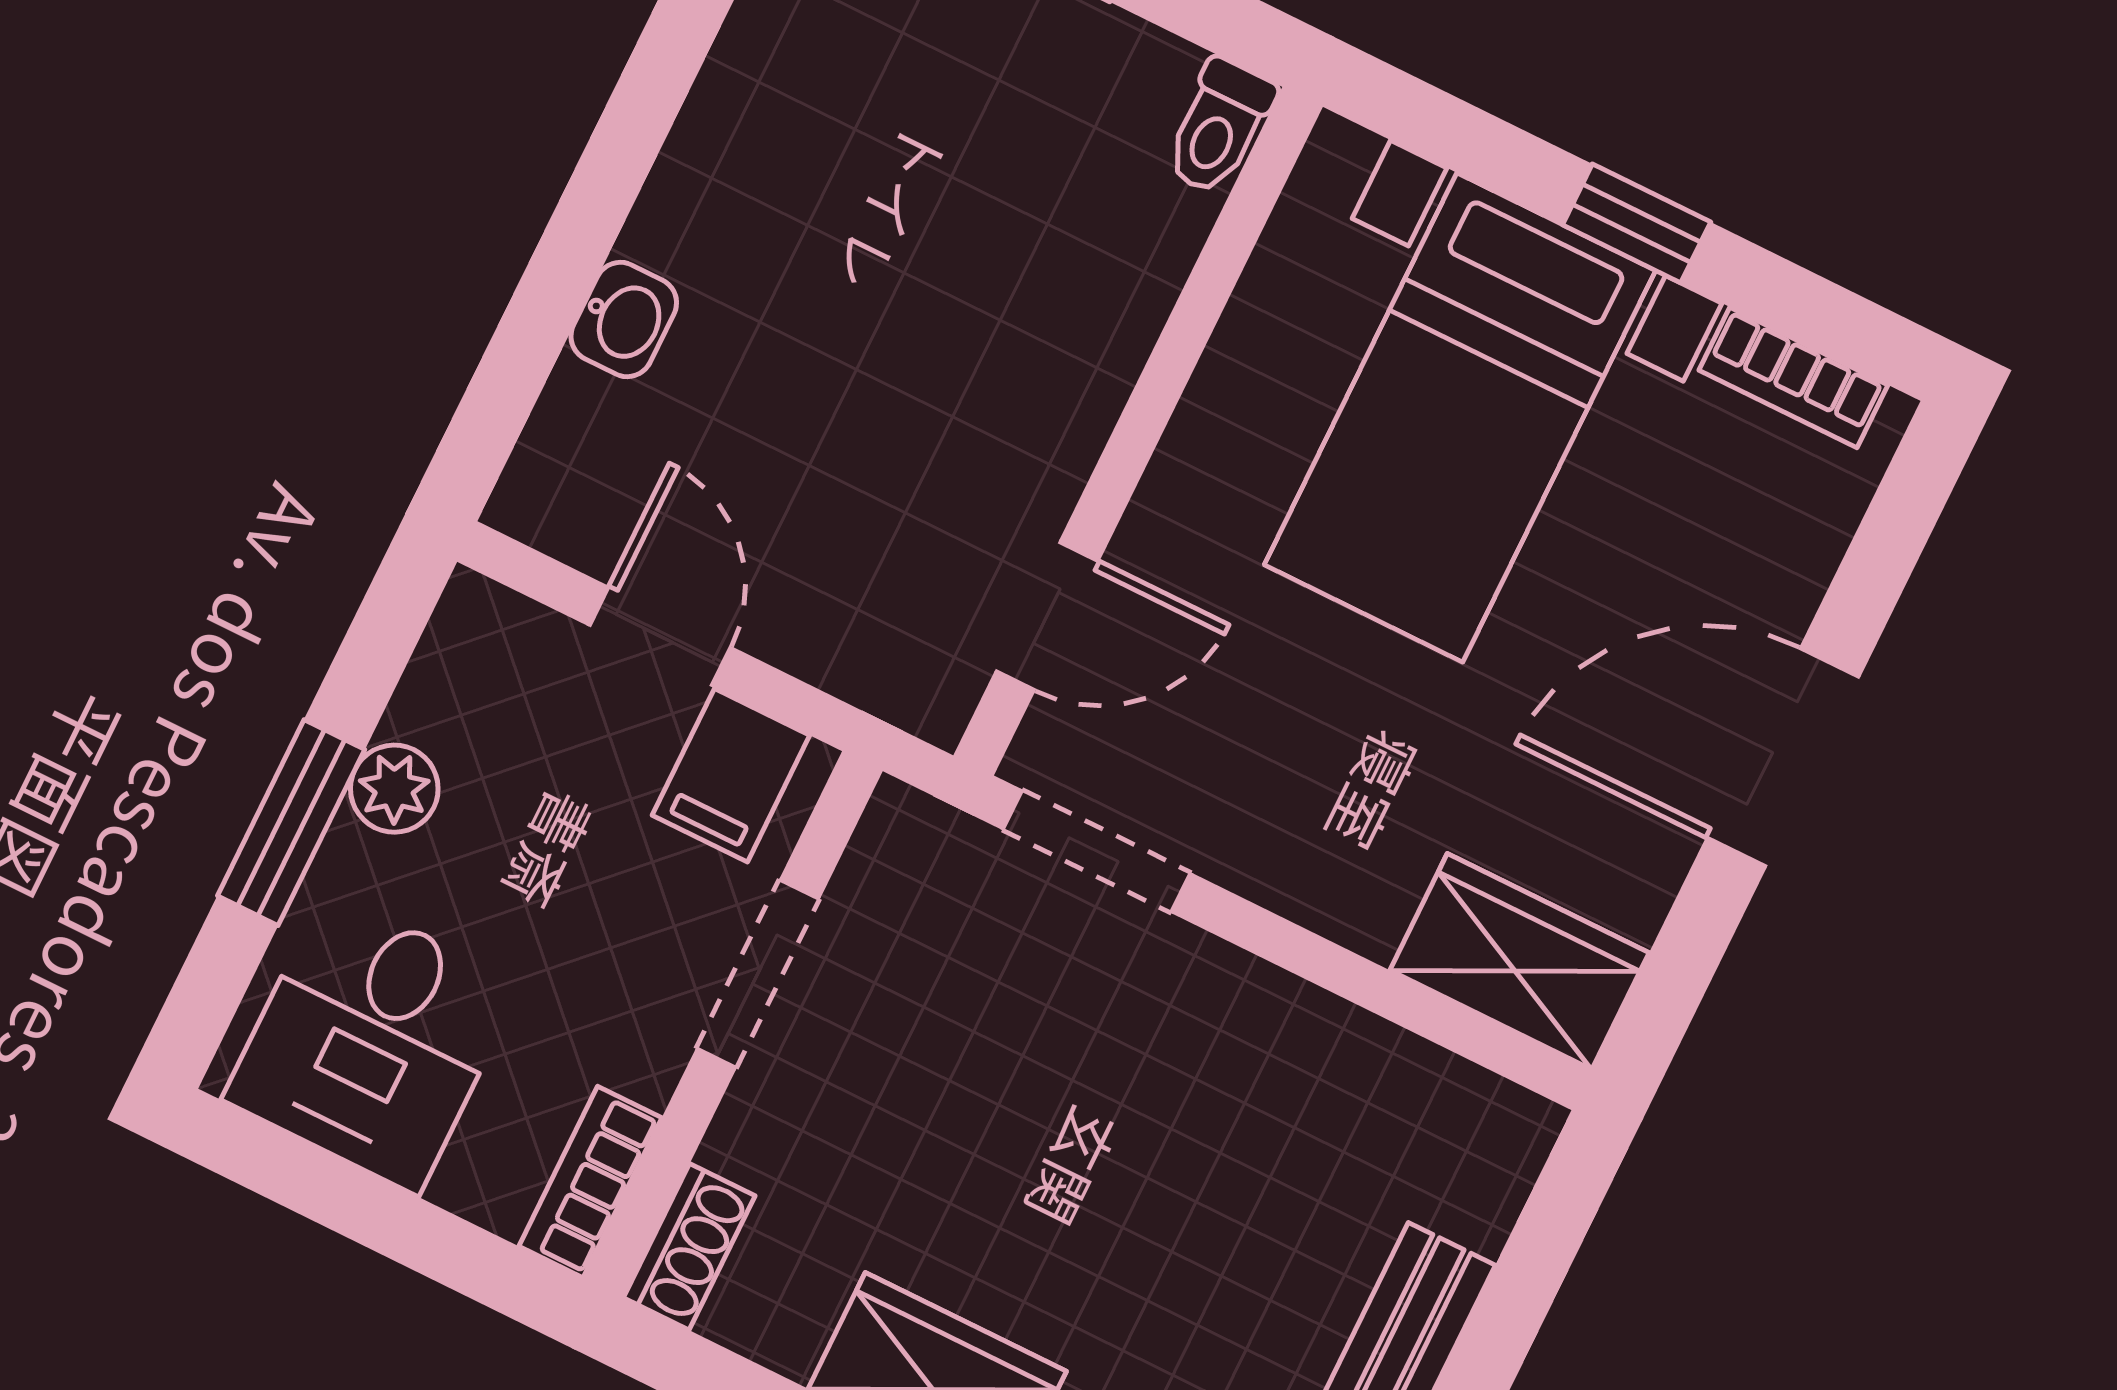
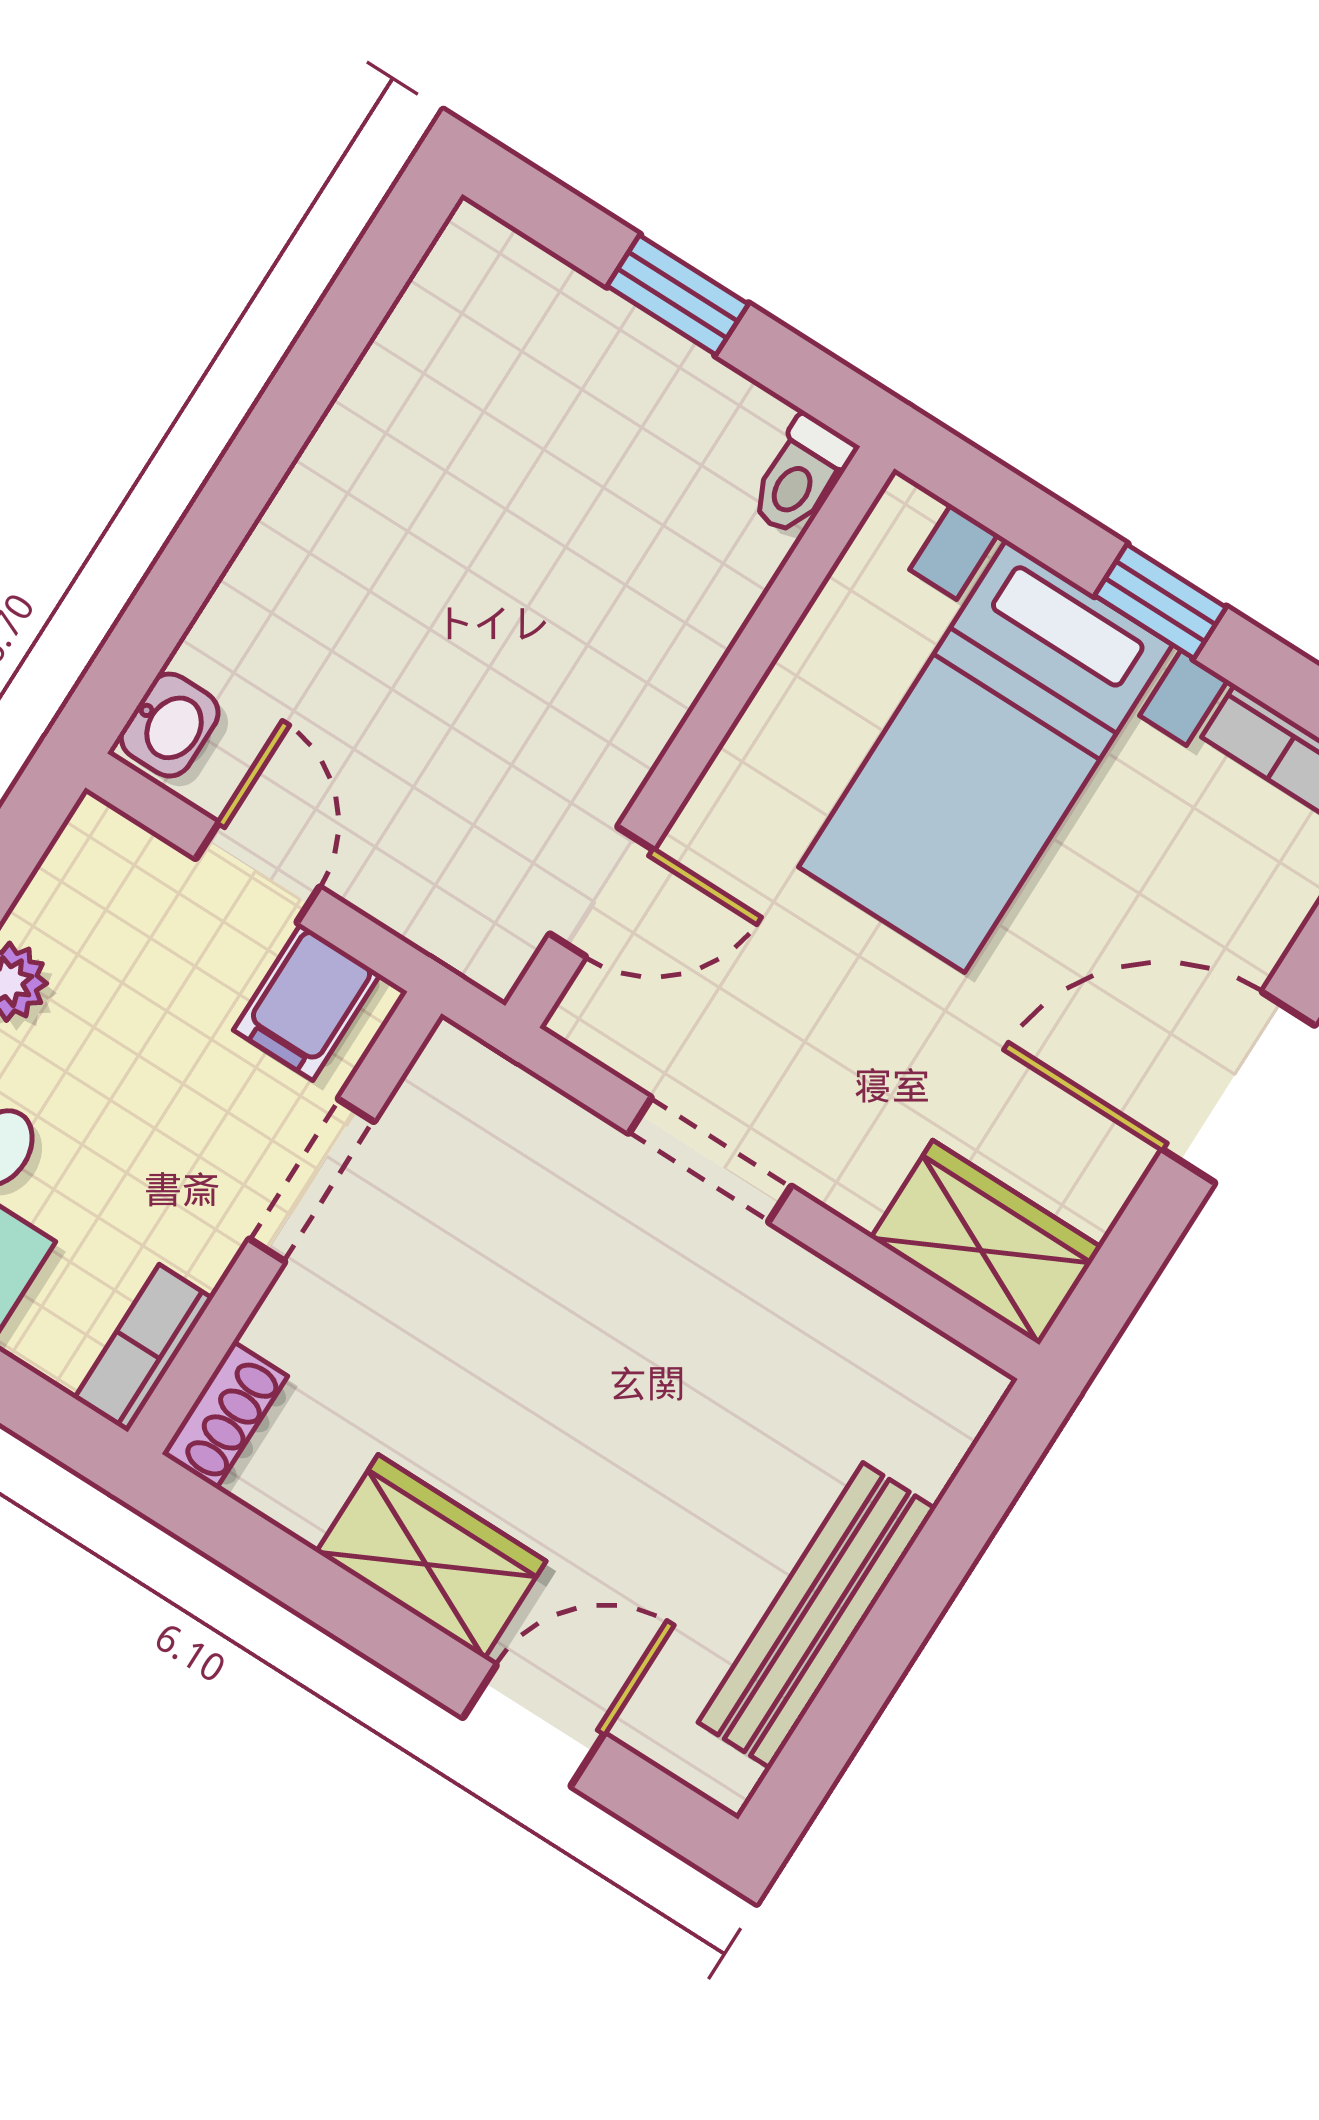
washbasin: (624, 320) -> (170, 725), moved
doorway: (1097, 851) -> (710, 1160), moved

